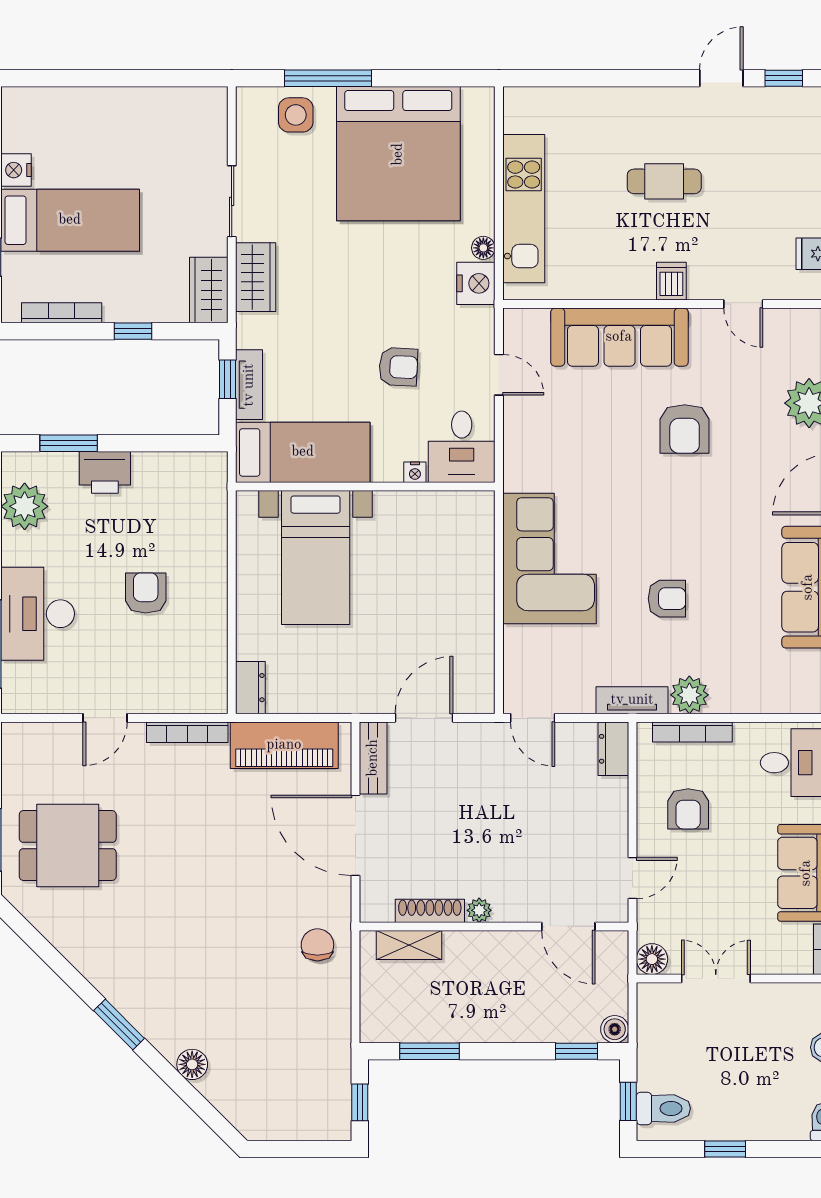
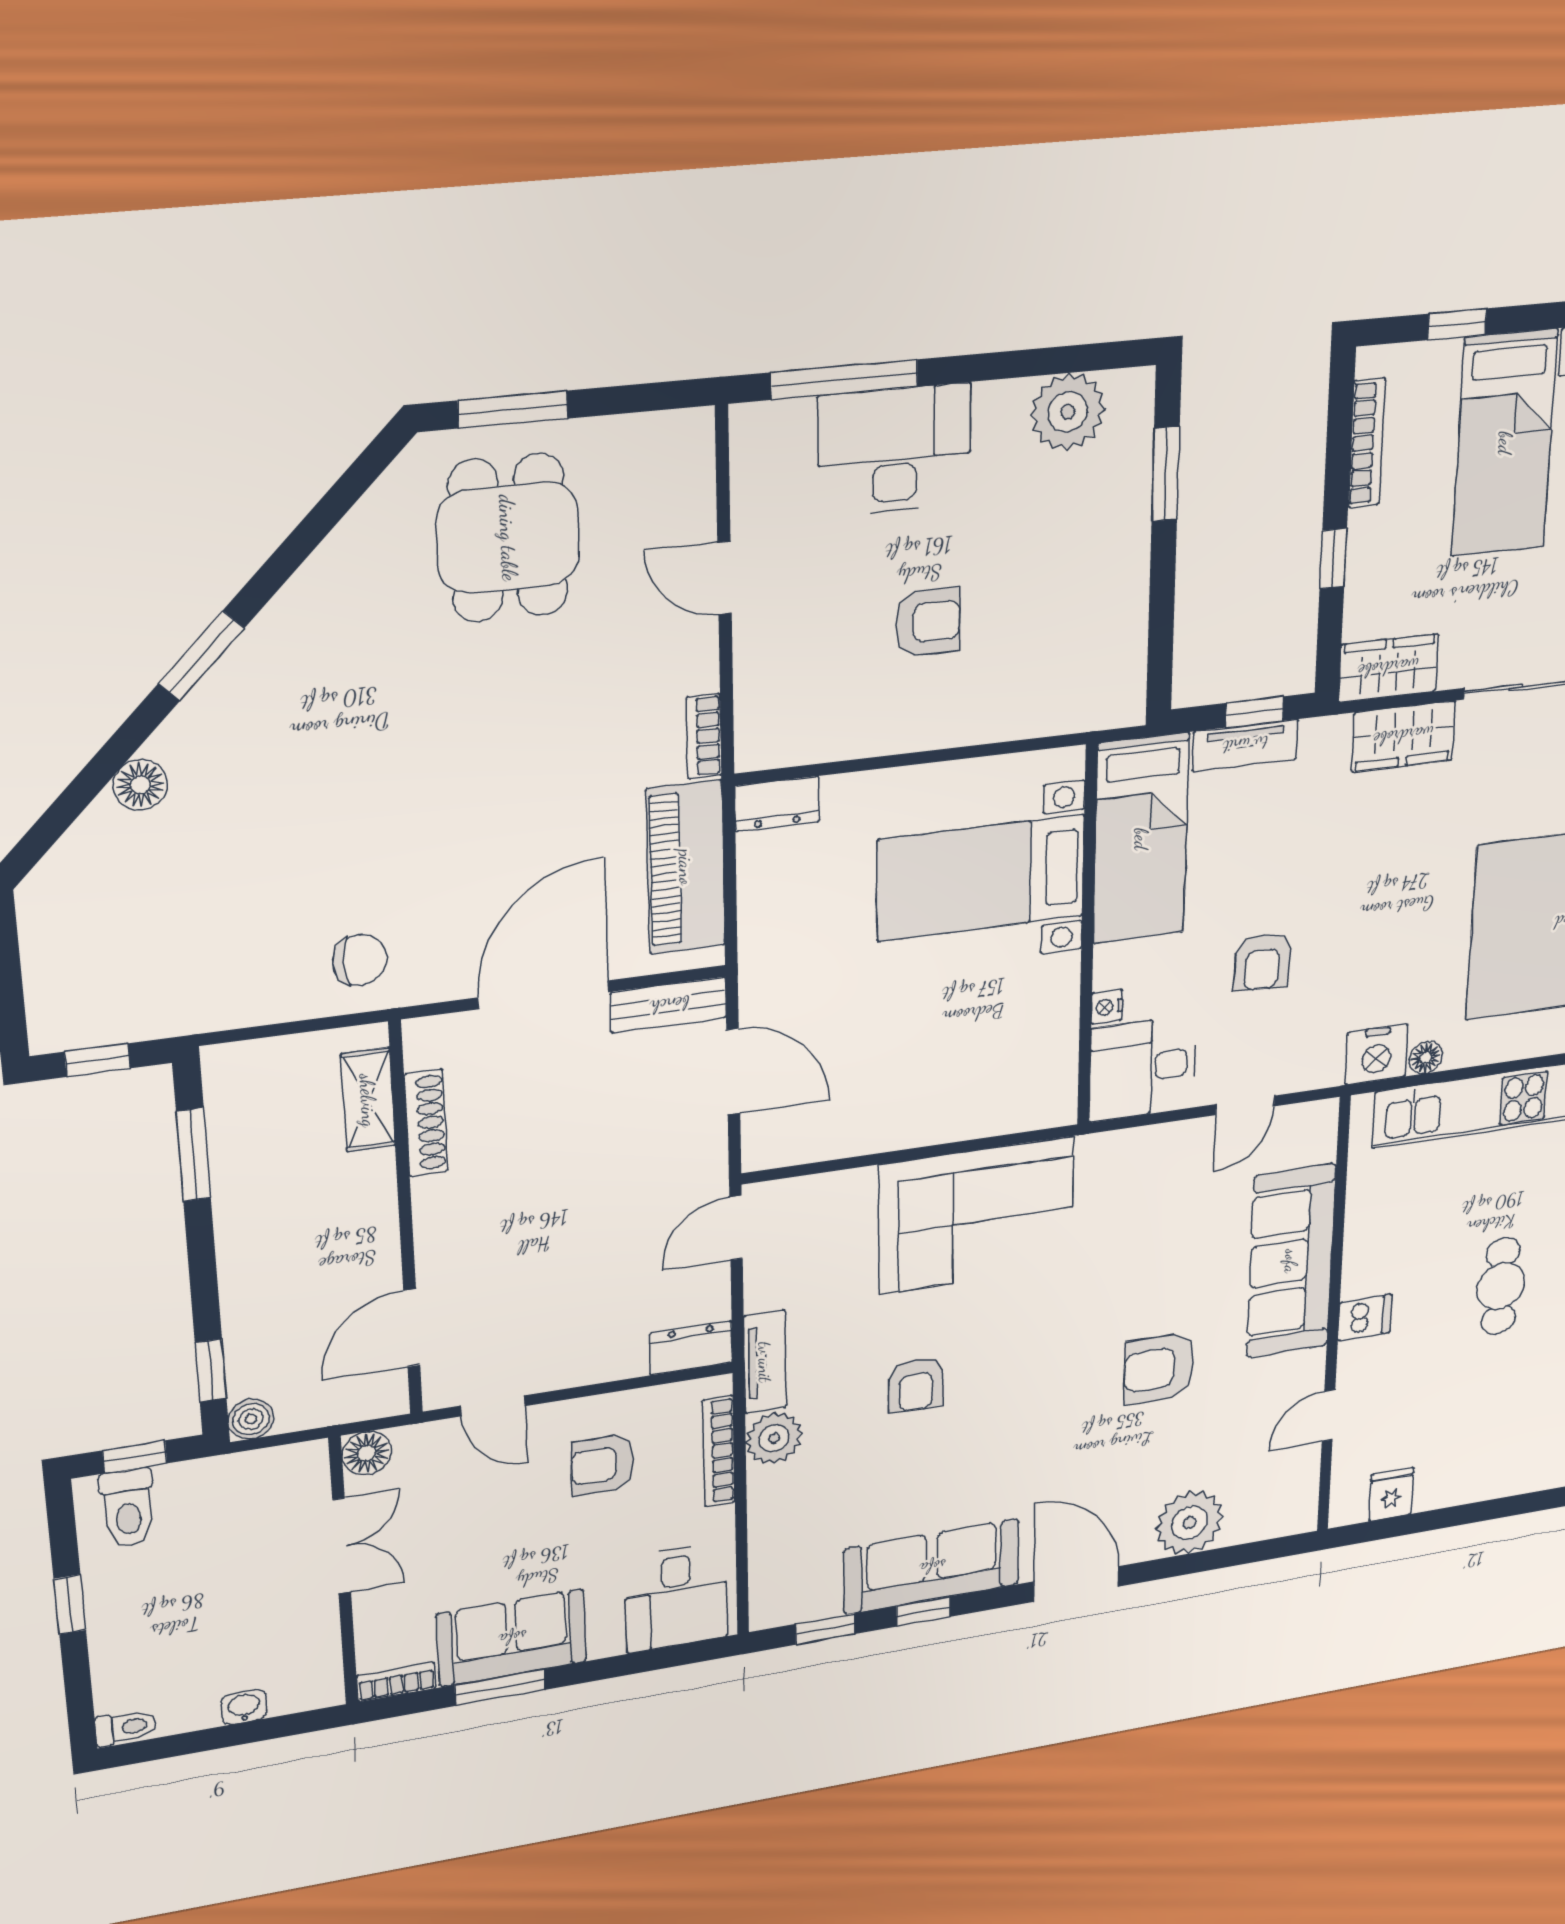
printer: (105, 472) -> (1118, 537), removed
bookcase: (187, 732) -> (704, 736), width x0.64
plant: (479, 910) -> (431, 1196), removed

